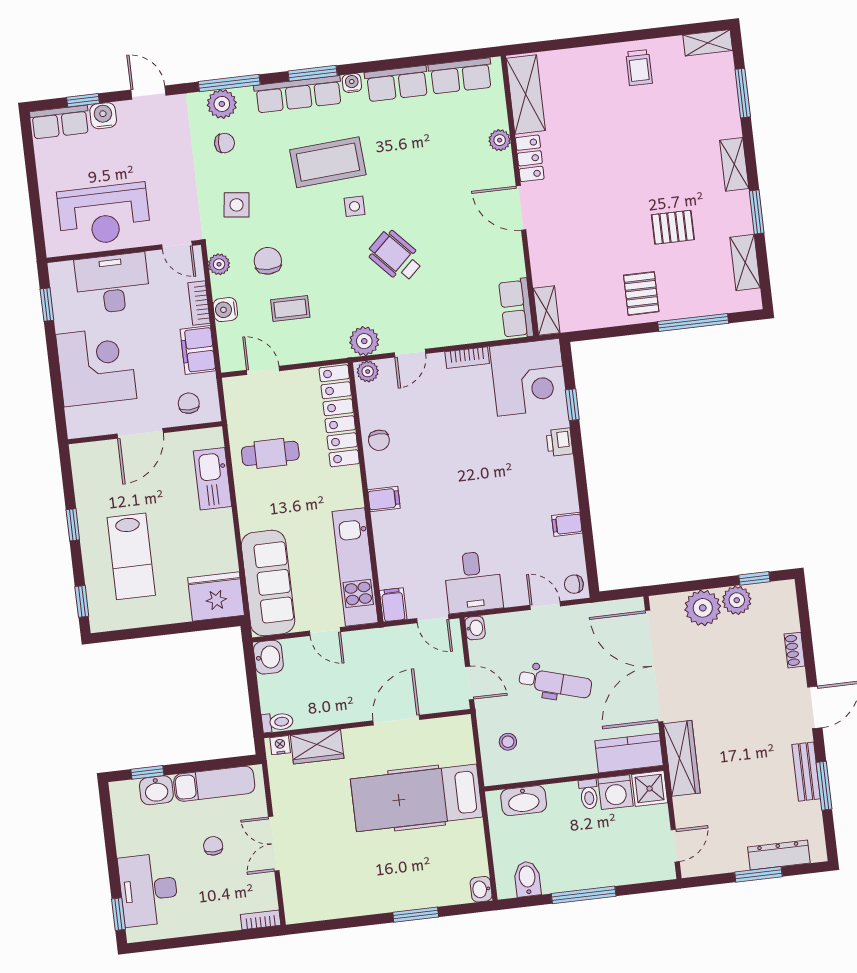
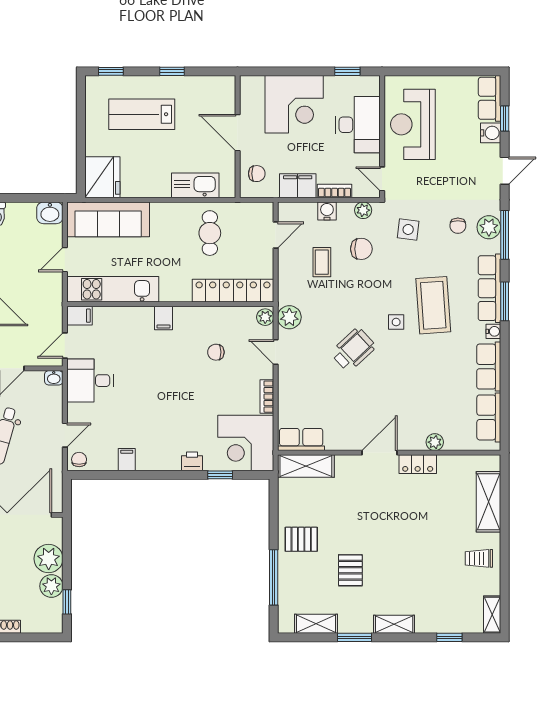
window: (743, 93) -> (449, 637), width x0.67
shelving: (526, 94) -> (488, 502), moved, turned 90
door: (177, 245) -> (382, 179), hinge flipped
shelving: (546, 311) -> (306, 466), width x1.50, depth x1.33
chair: (379, 440) -> (216, 352), moved

